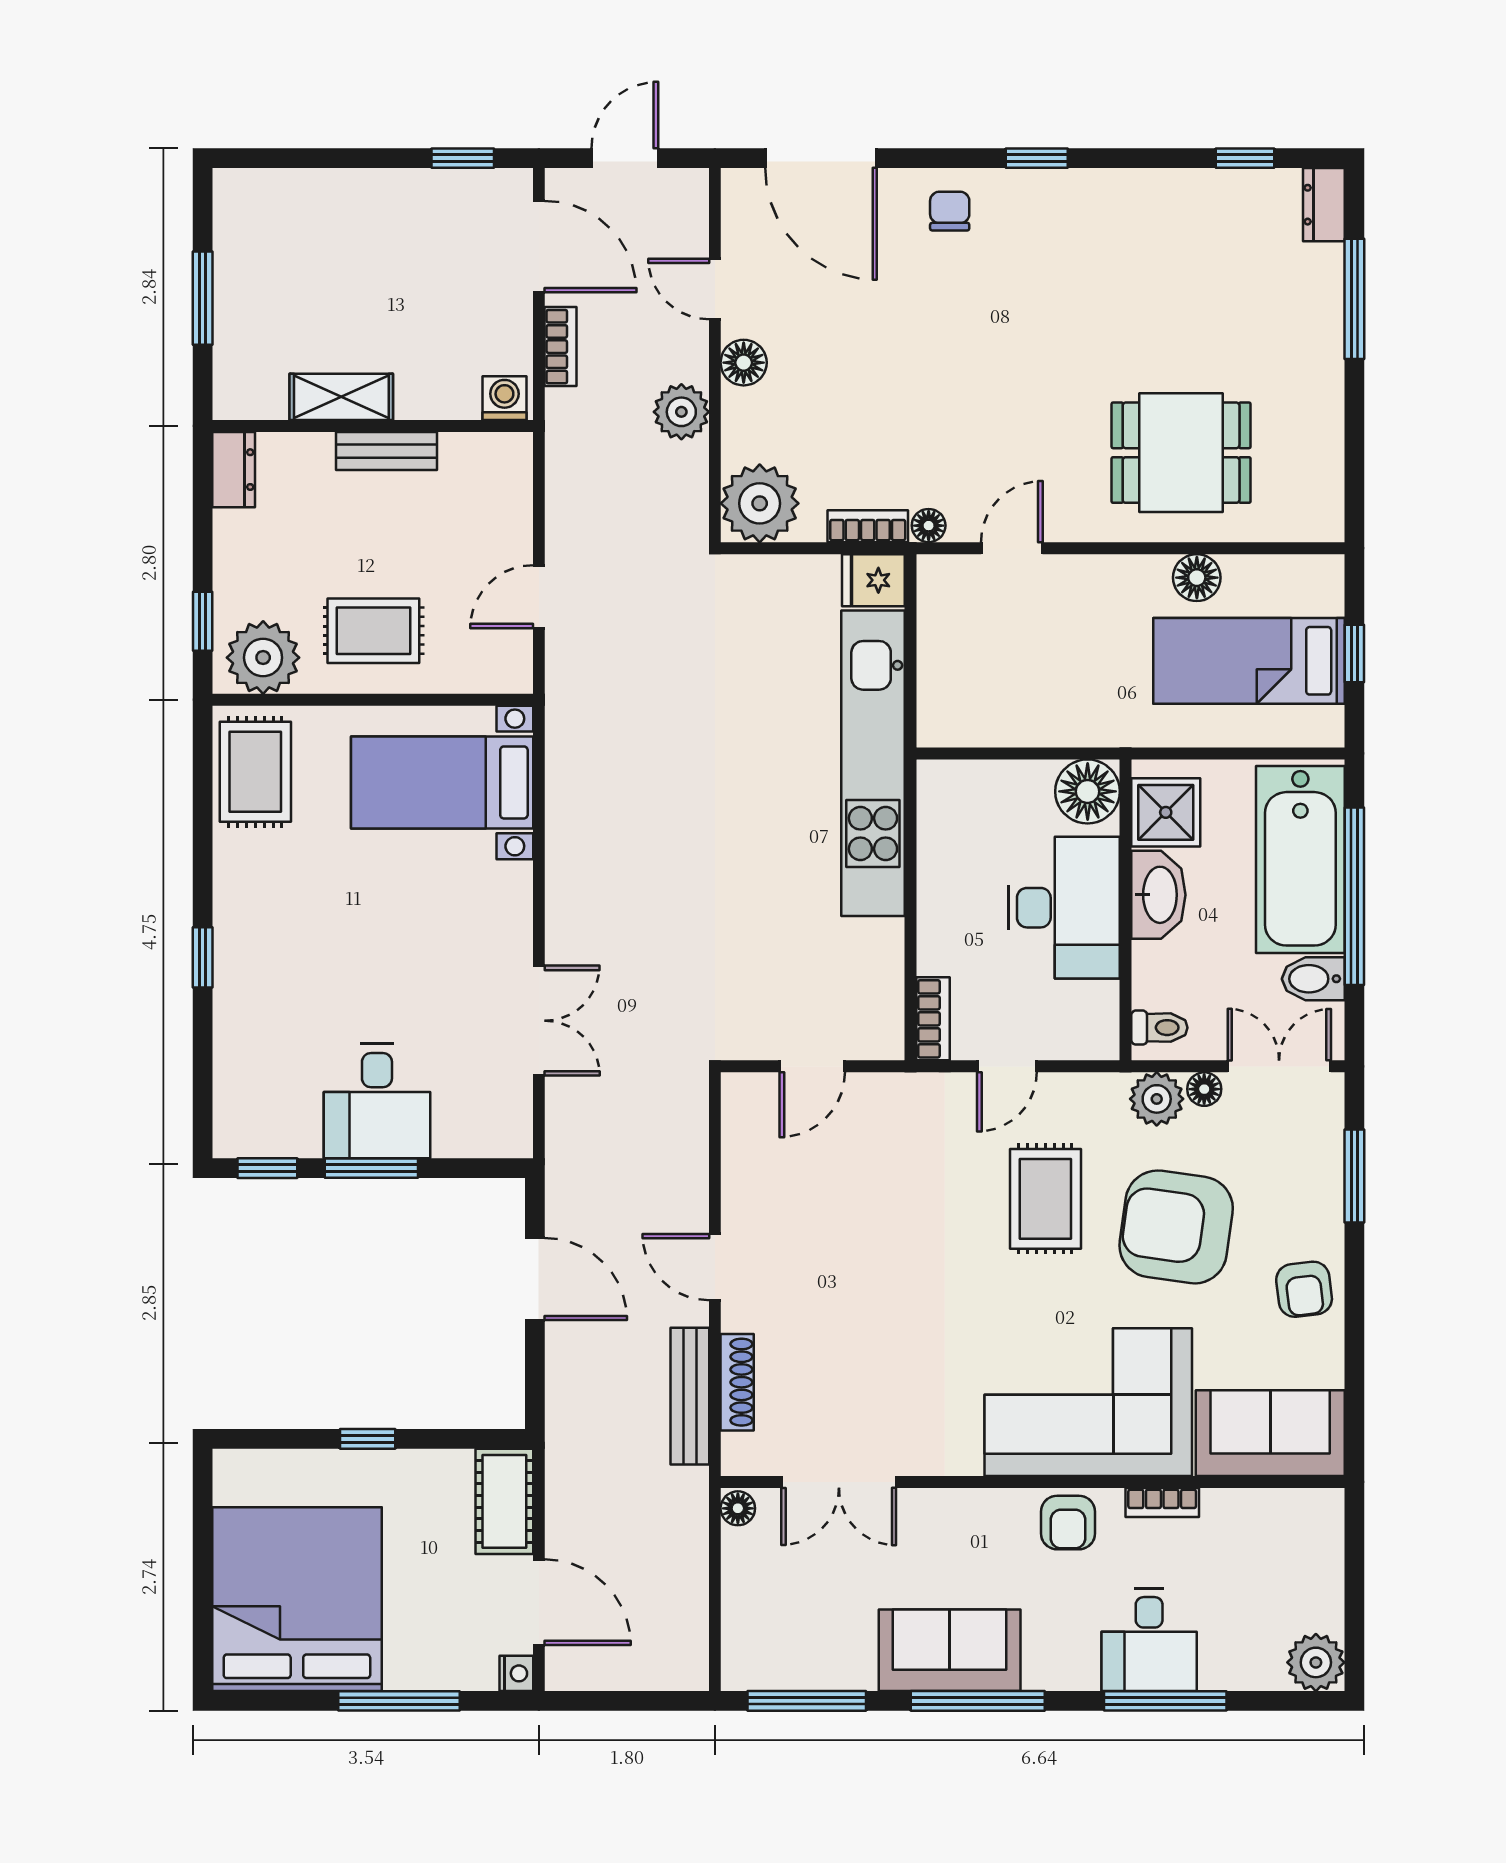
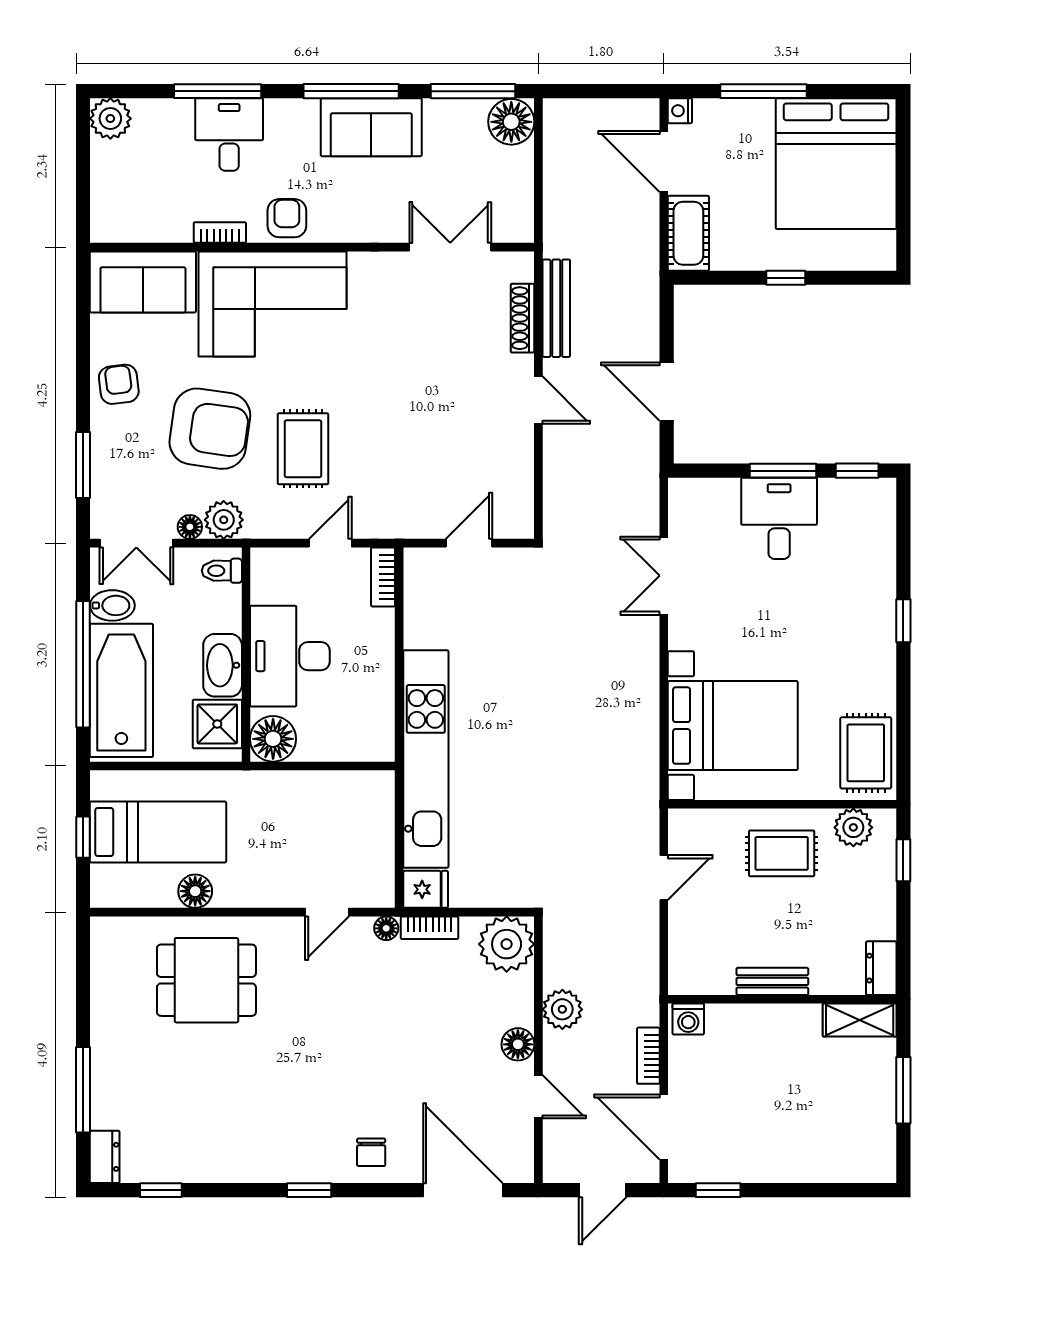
shelving: (341, 397) -> (860, 1020), moved
plant: (263, 658) -> (853, 827), width x0.73, depth x0.73
bed with nightstands: (442, 782) -> (733, 726), width x1.36
floor lamp: (738, 1508) -> (511, 122), moved, width x1.89, depth x1.89

